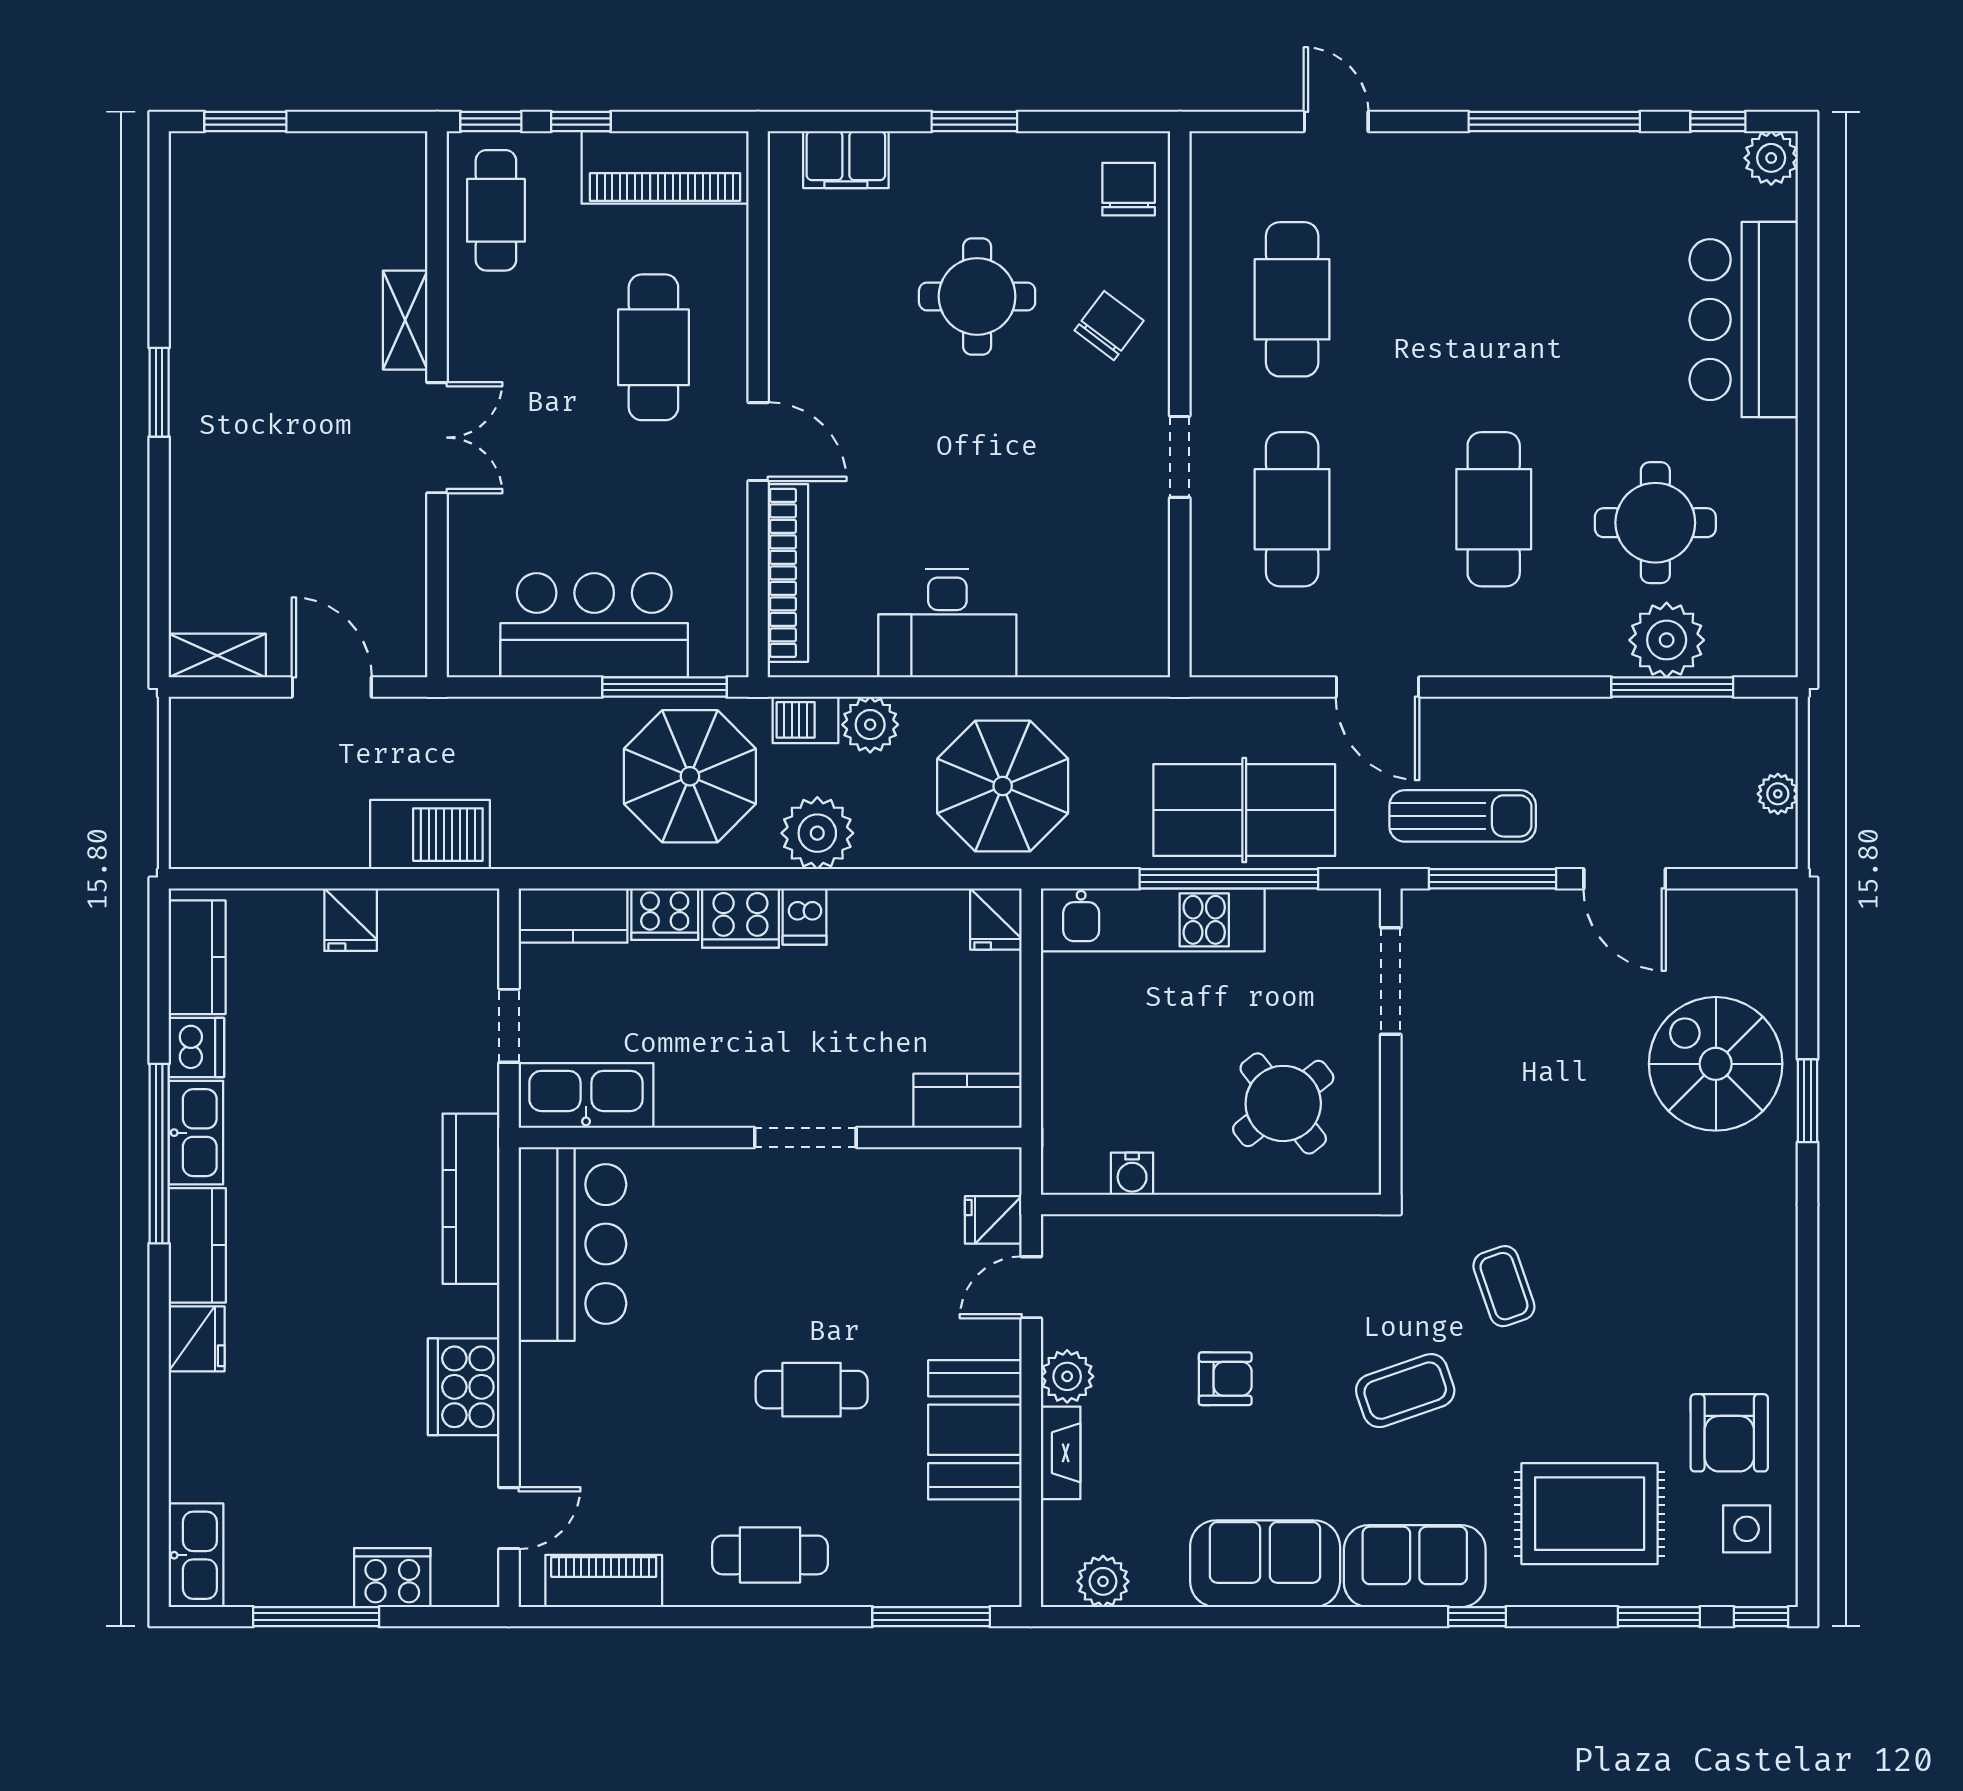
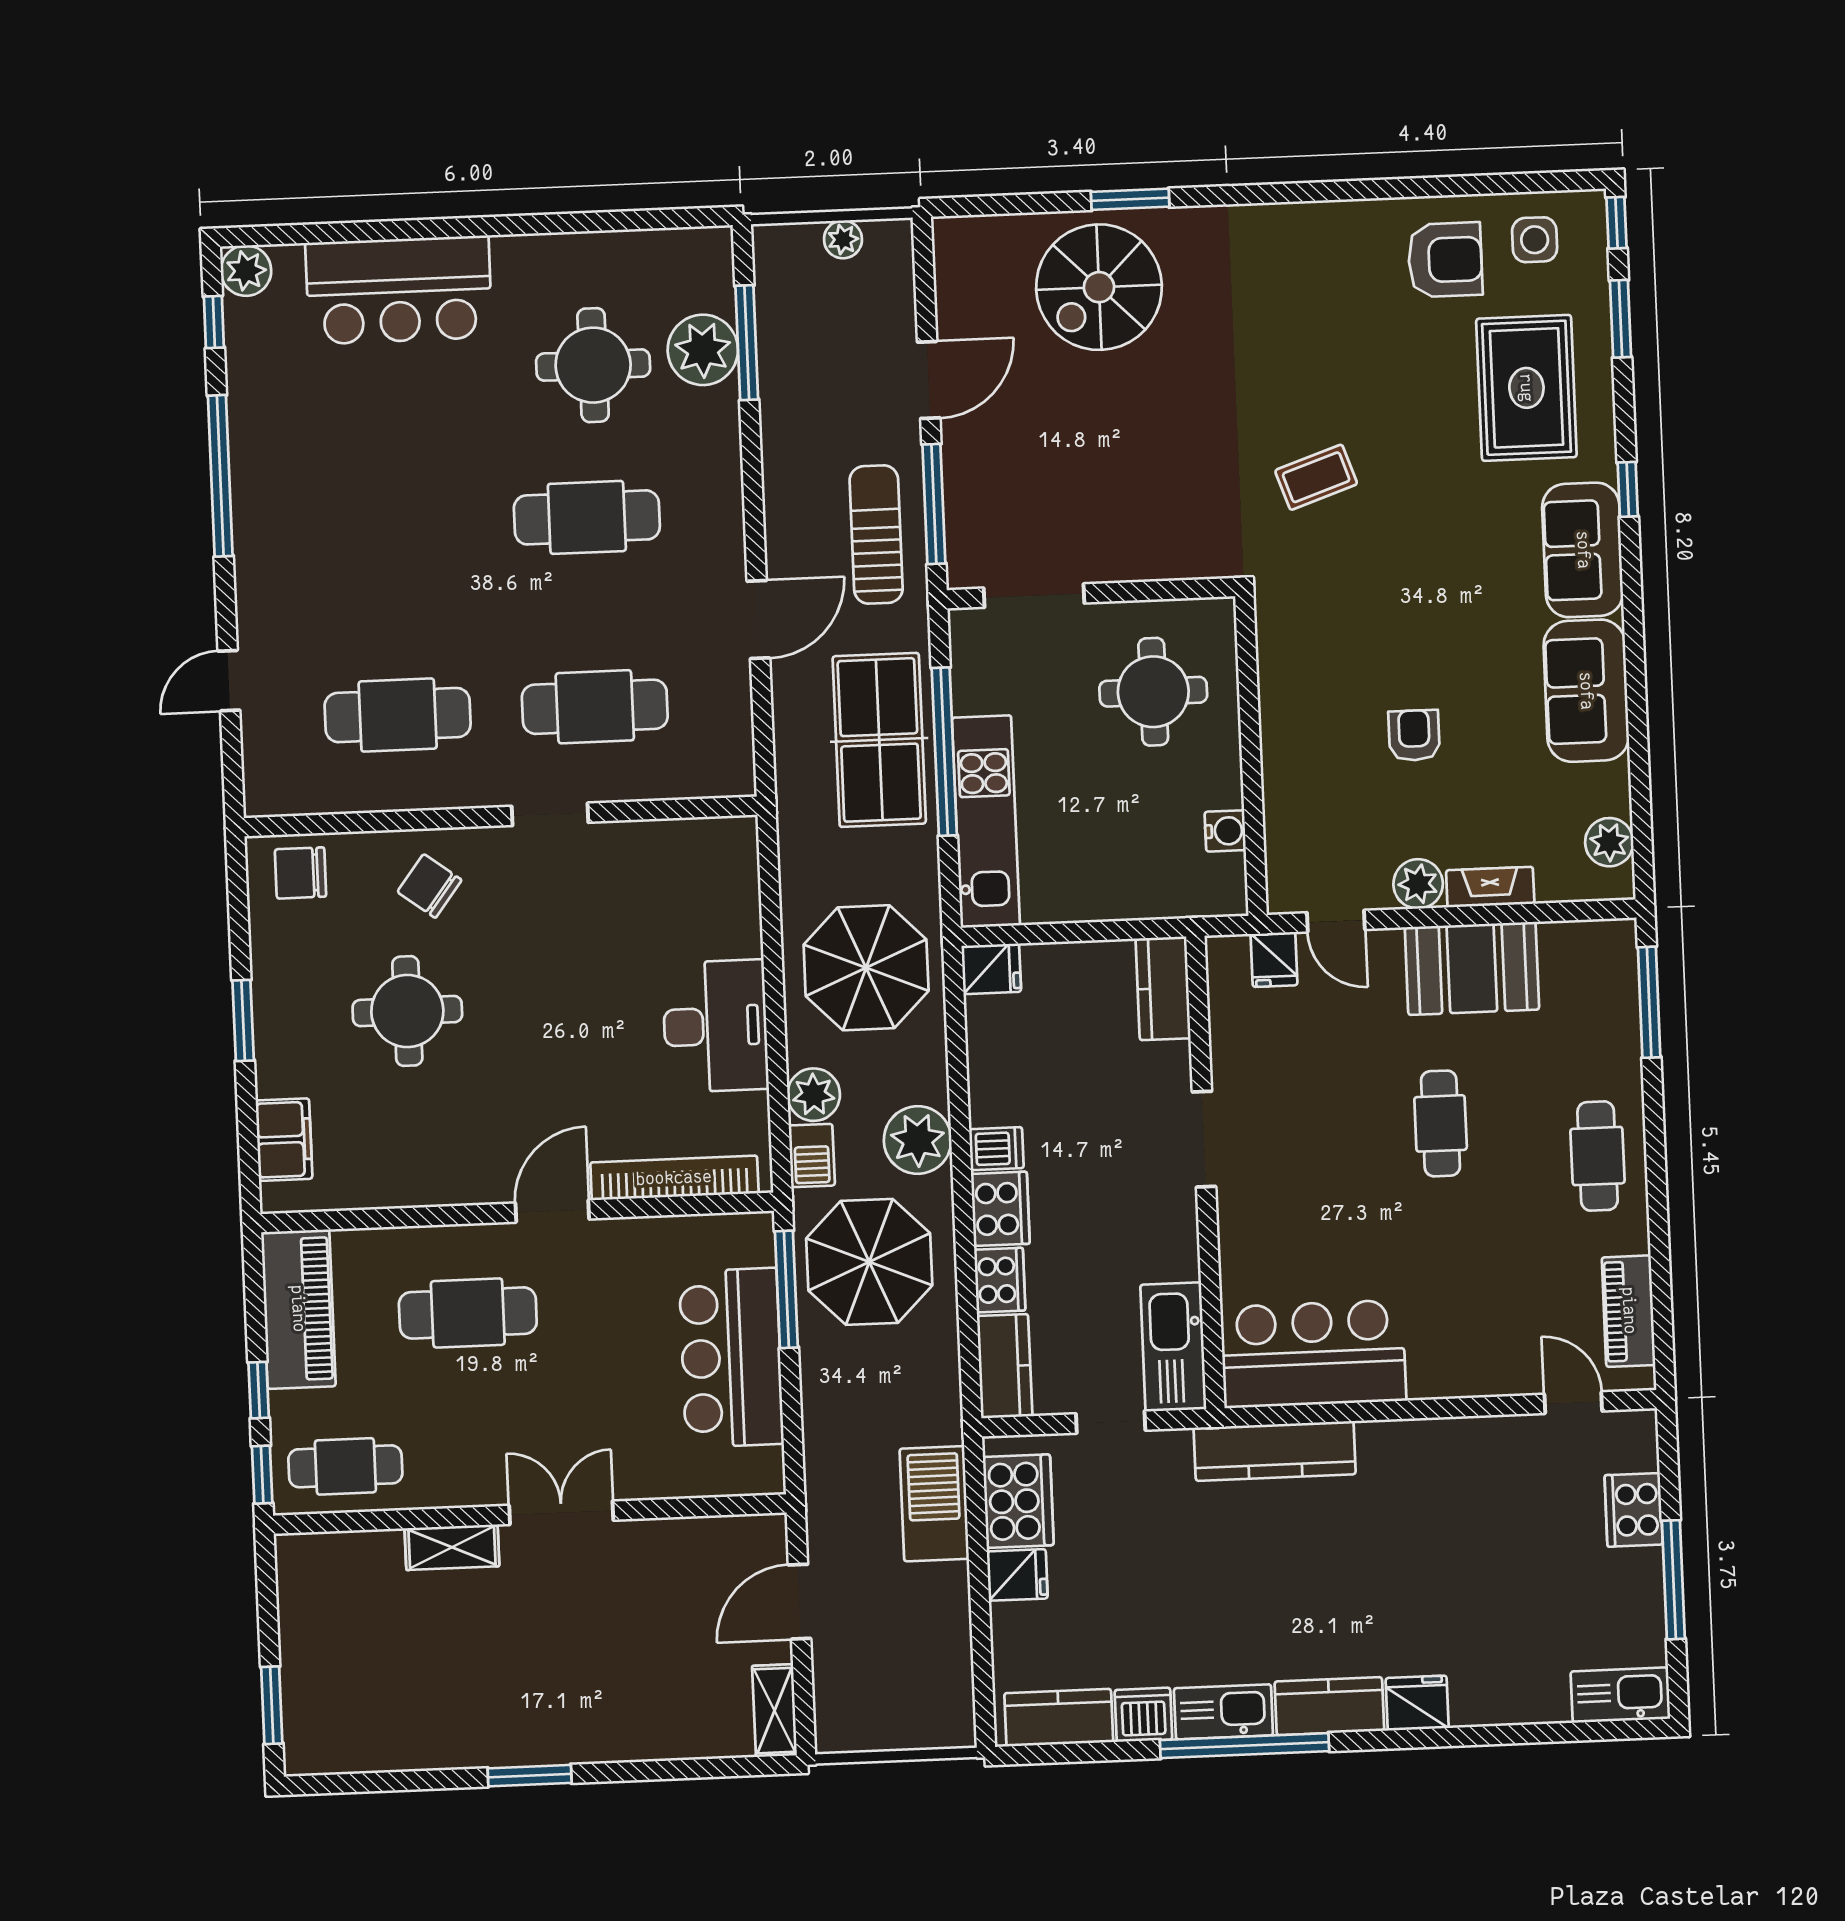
round table: (1283, 1103) -> (1153, 692), turned 38
cooker: (464, 1387) -> (1018, 1501), moved, turned -90
coffee table: (1405, 1391) -> (1418, 566), removed

